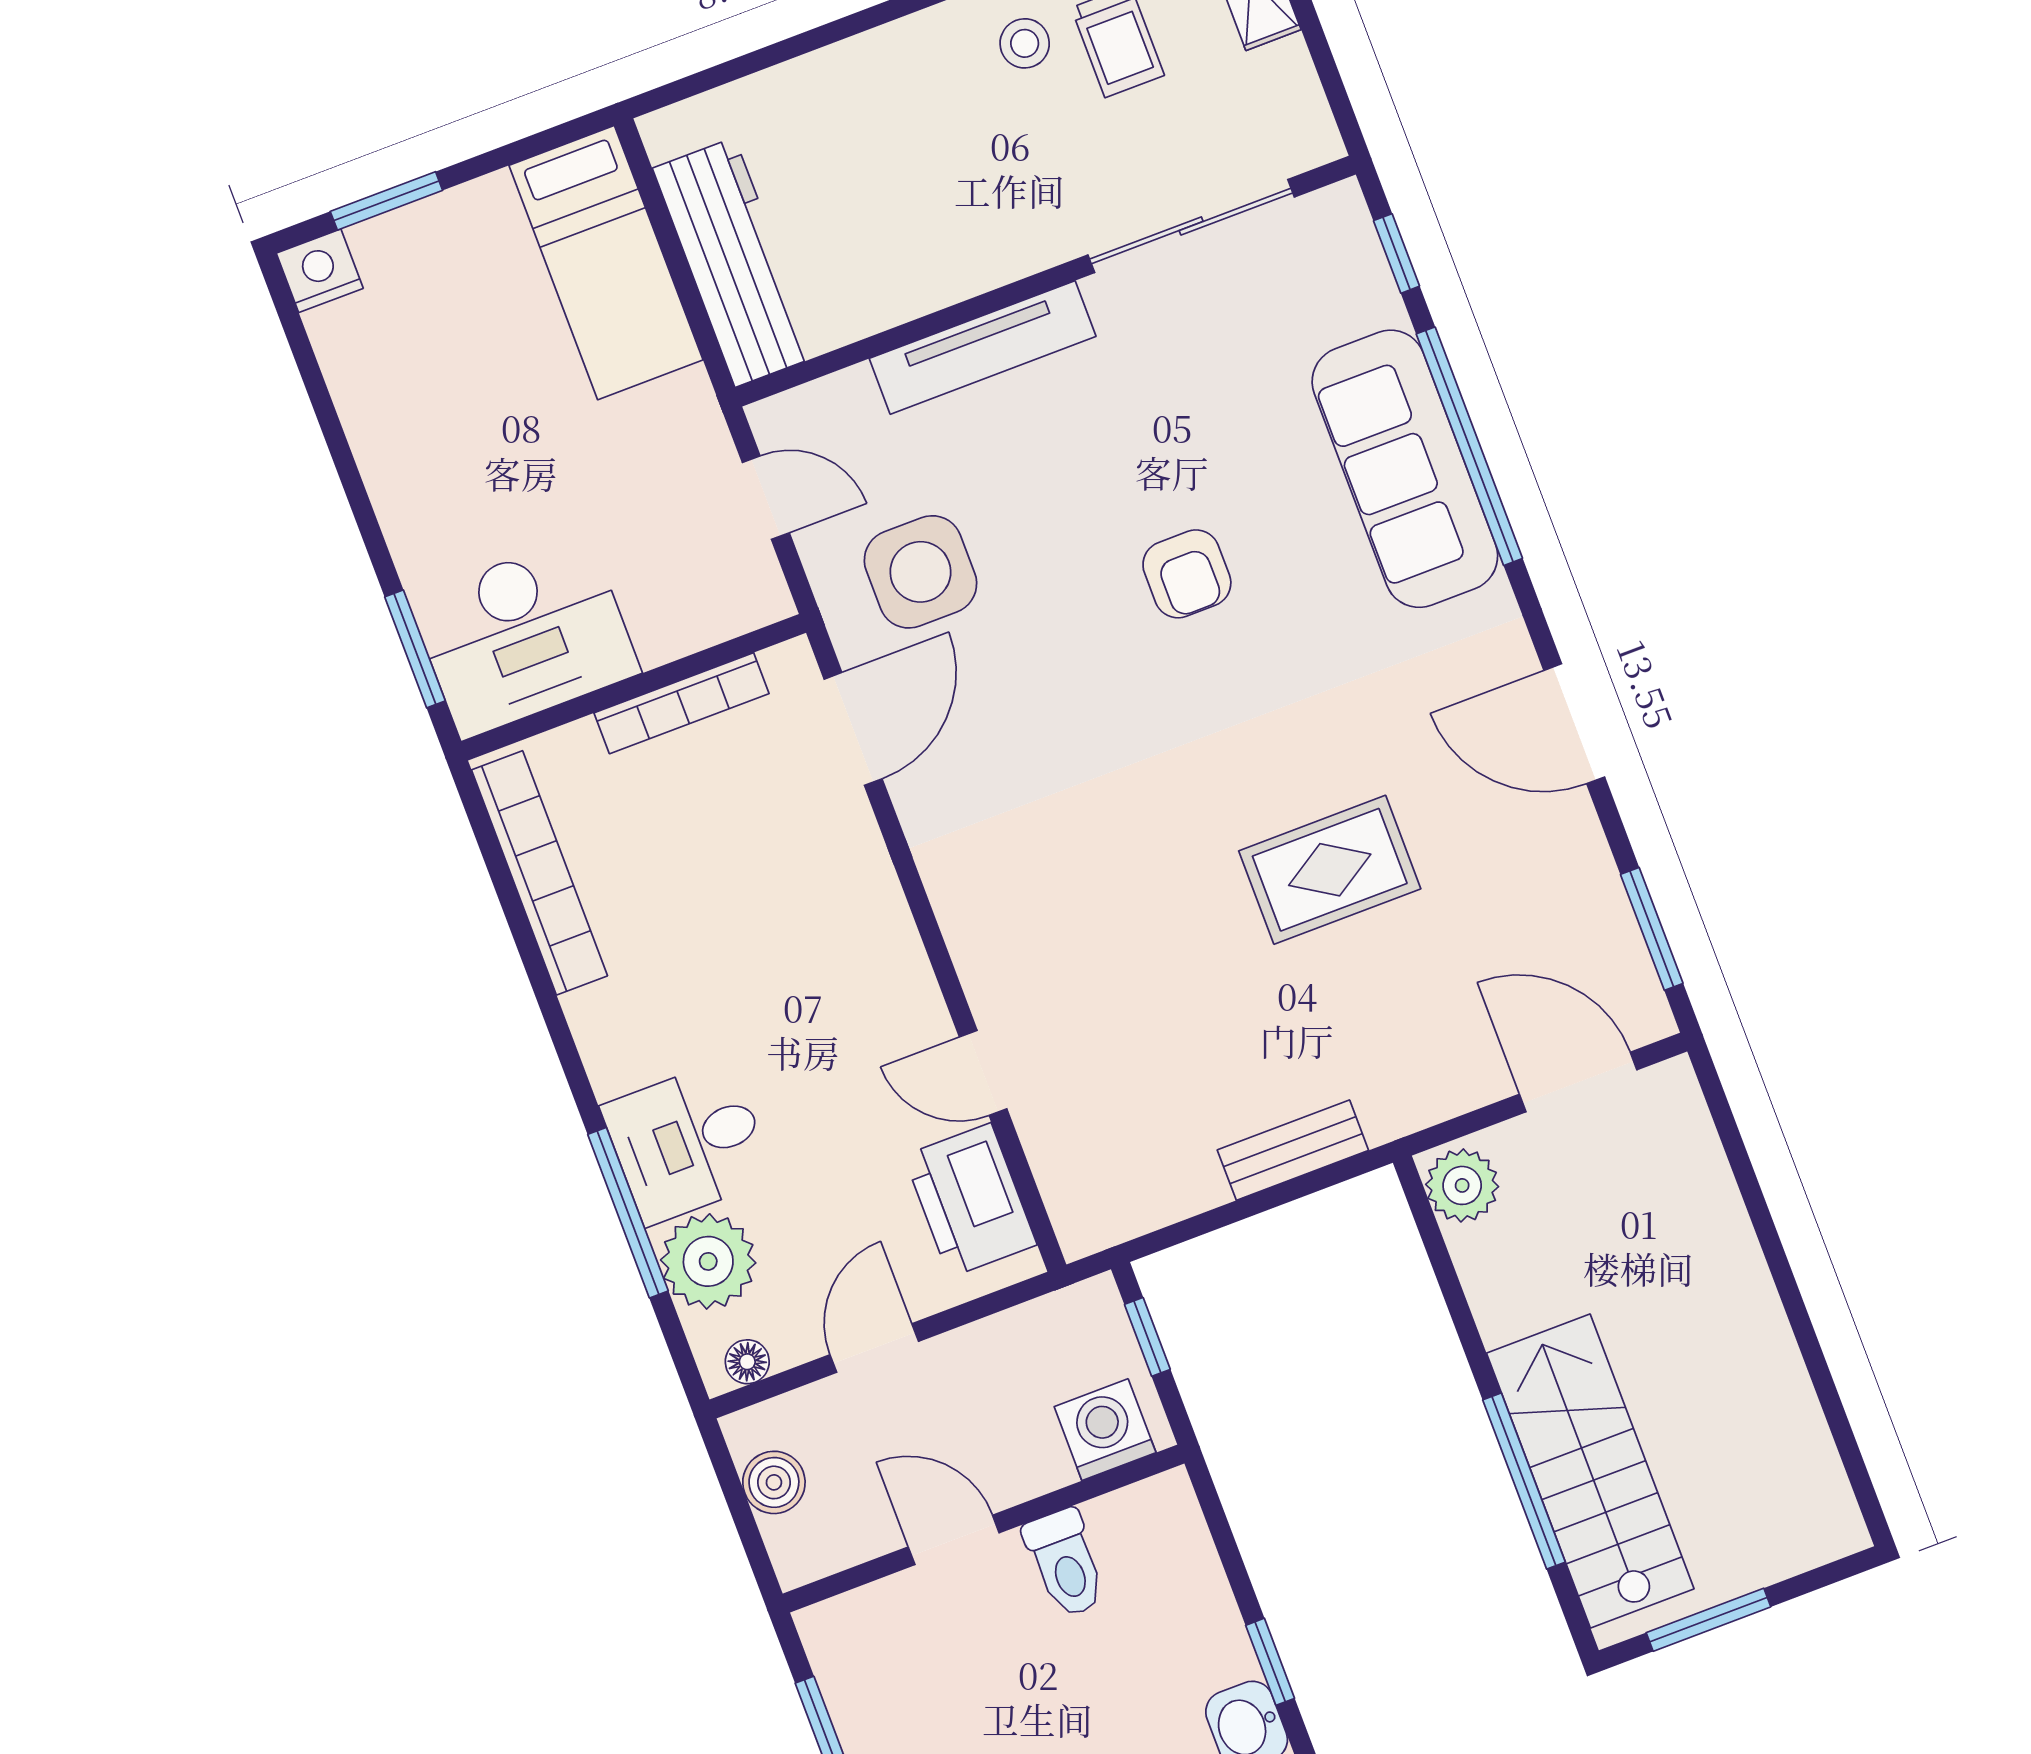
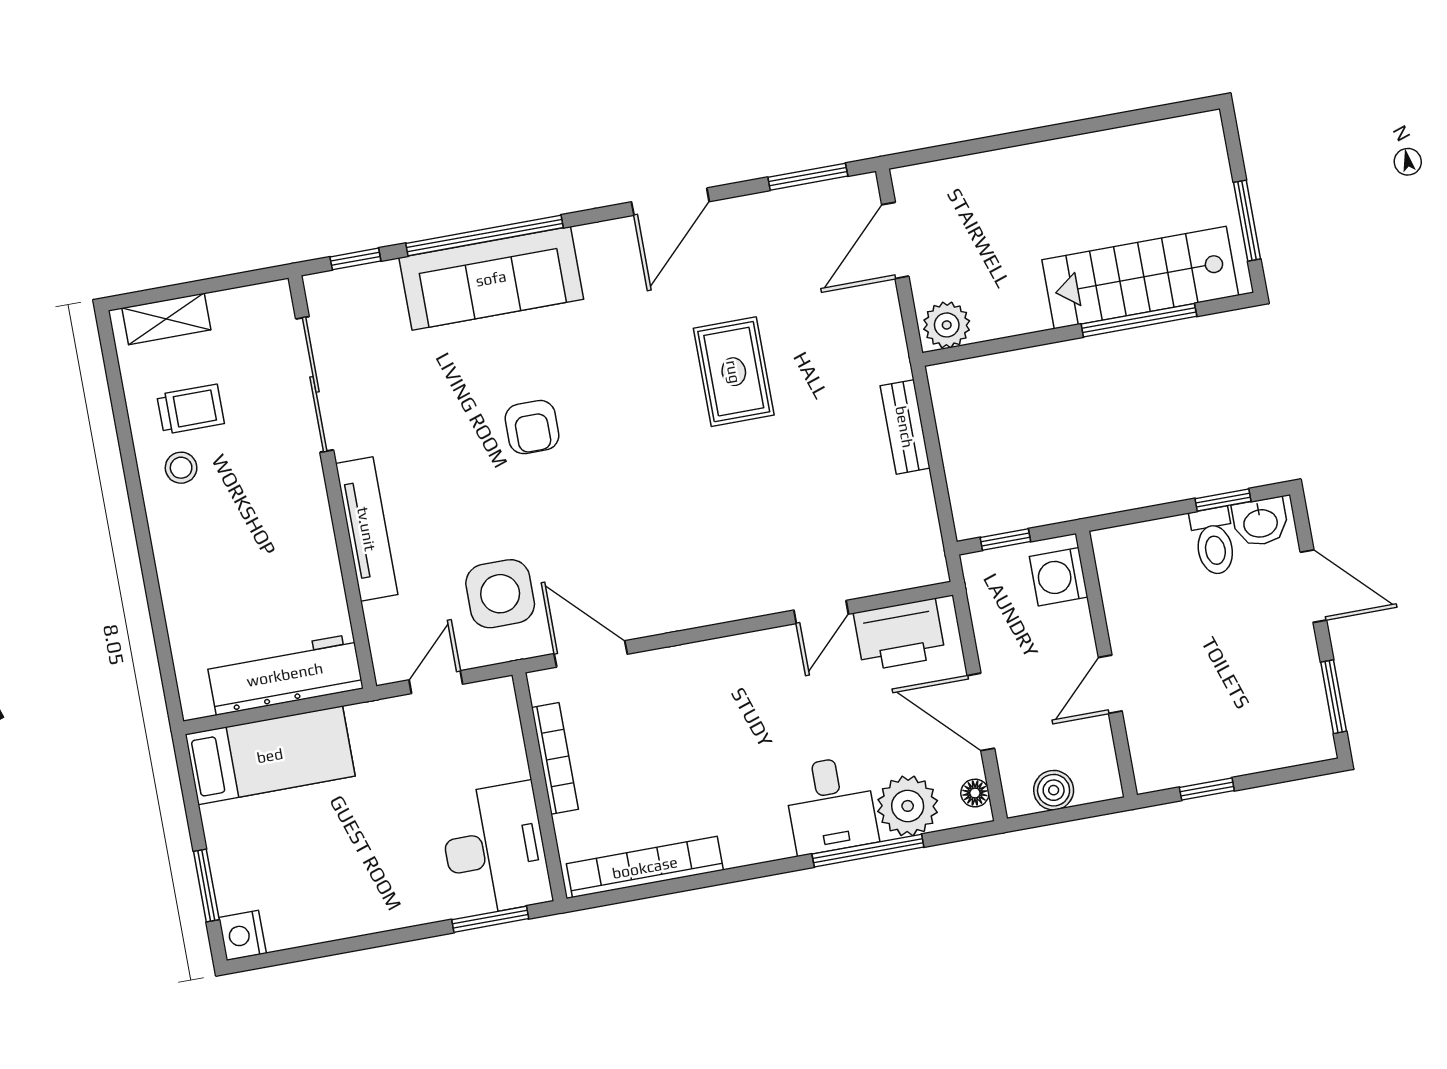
armchair: (1187, 574) -> (532, 427), turned 90
door: (874, 1348) -> (981, 712), width x1.38
toilet: (1065, 1563) -> (1214, 541), moved, turned 90

